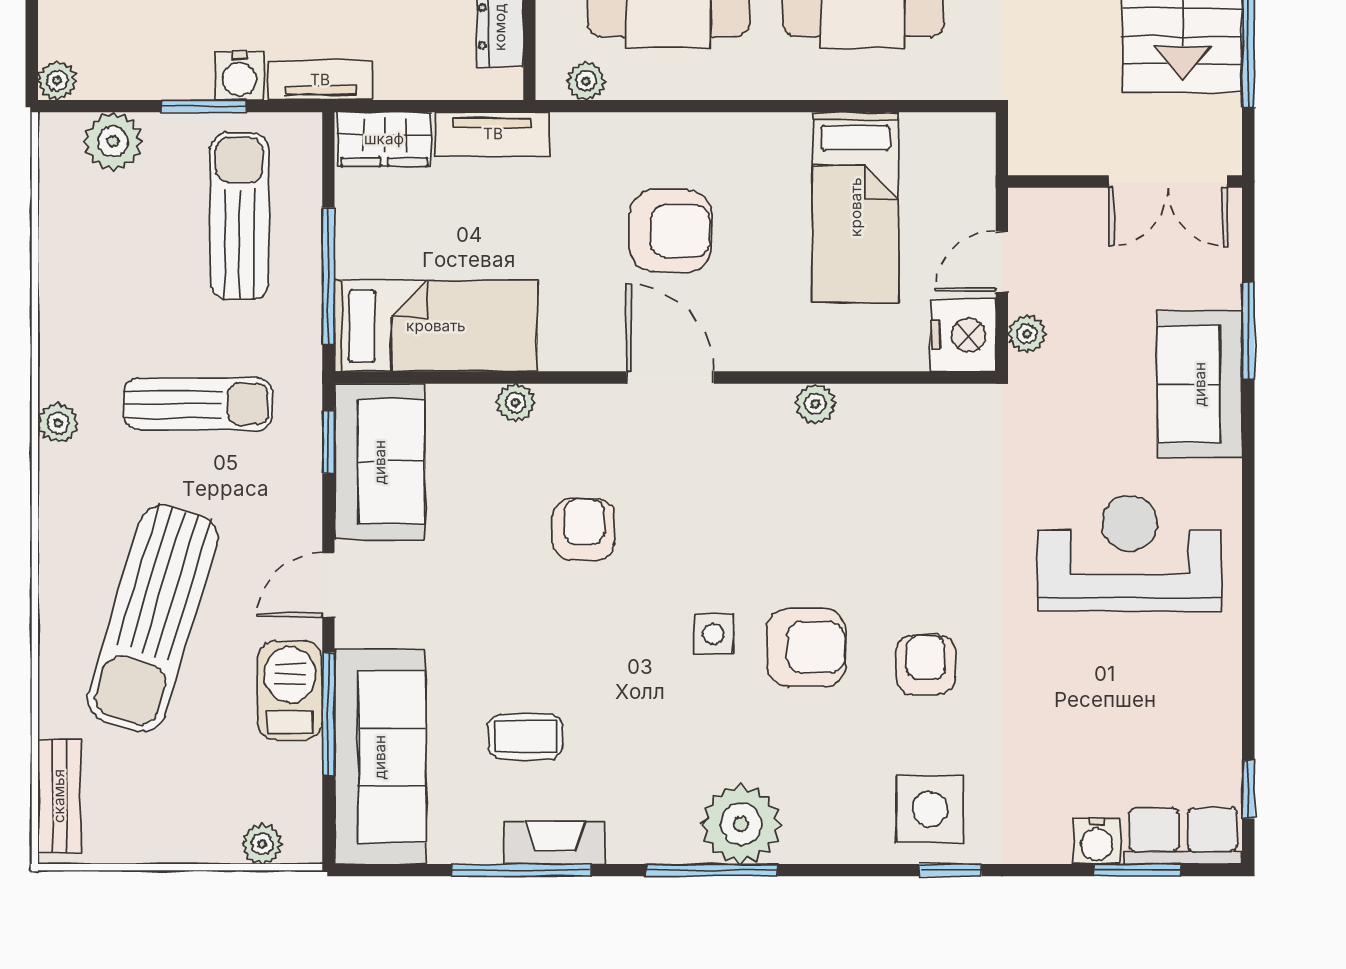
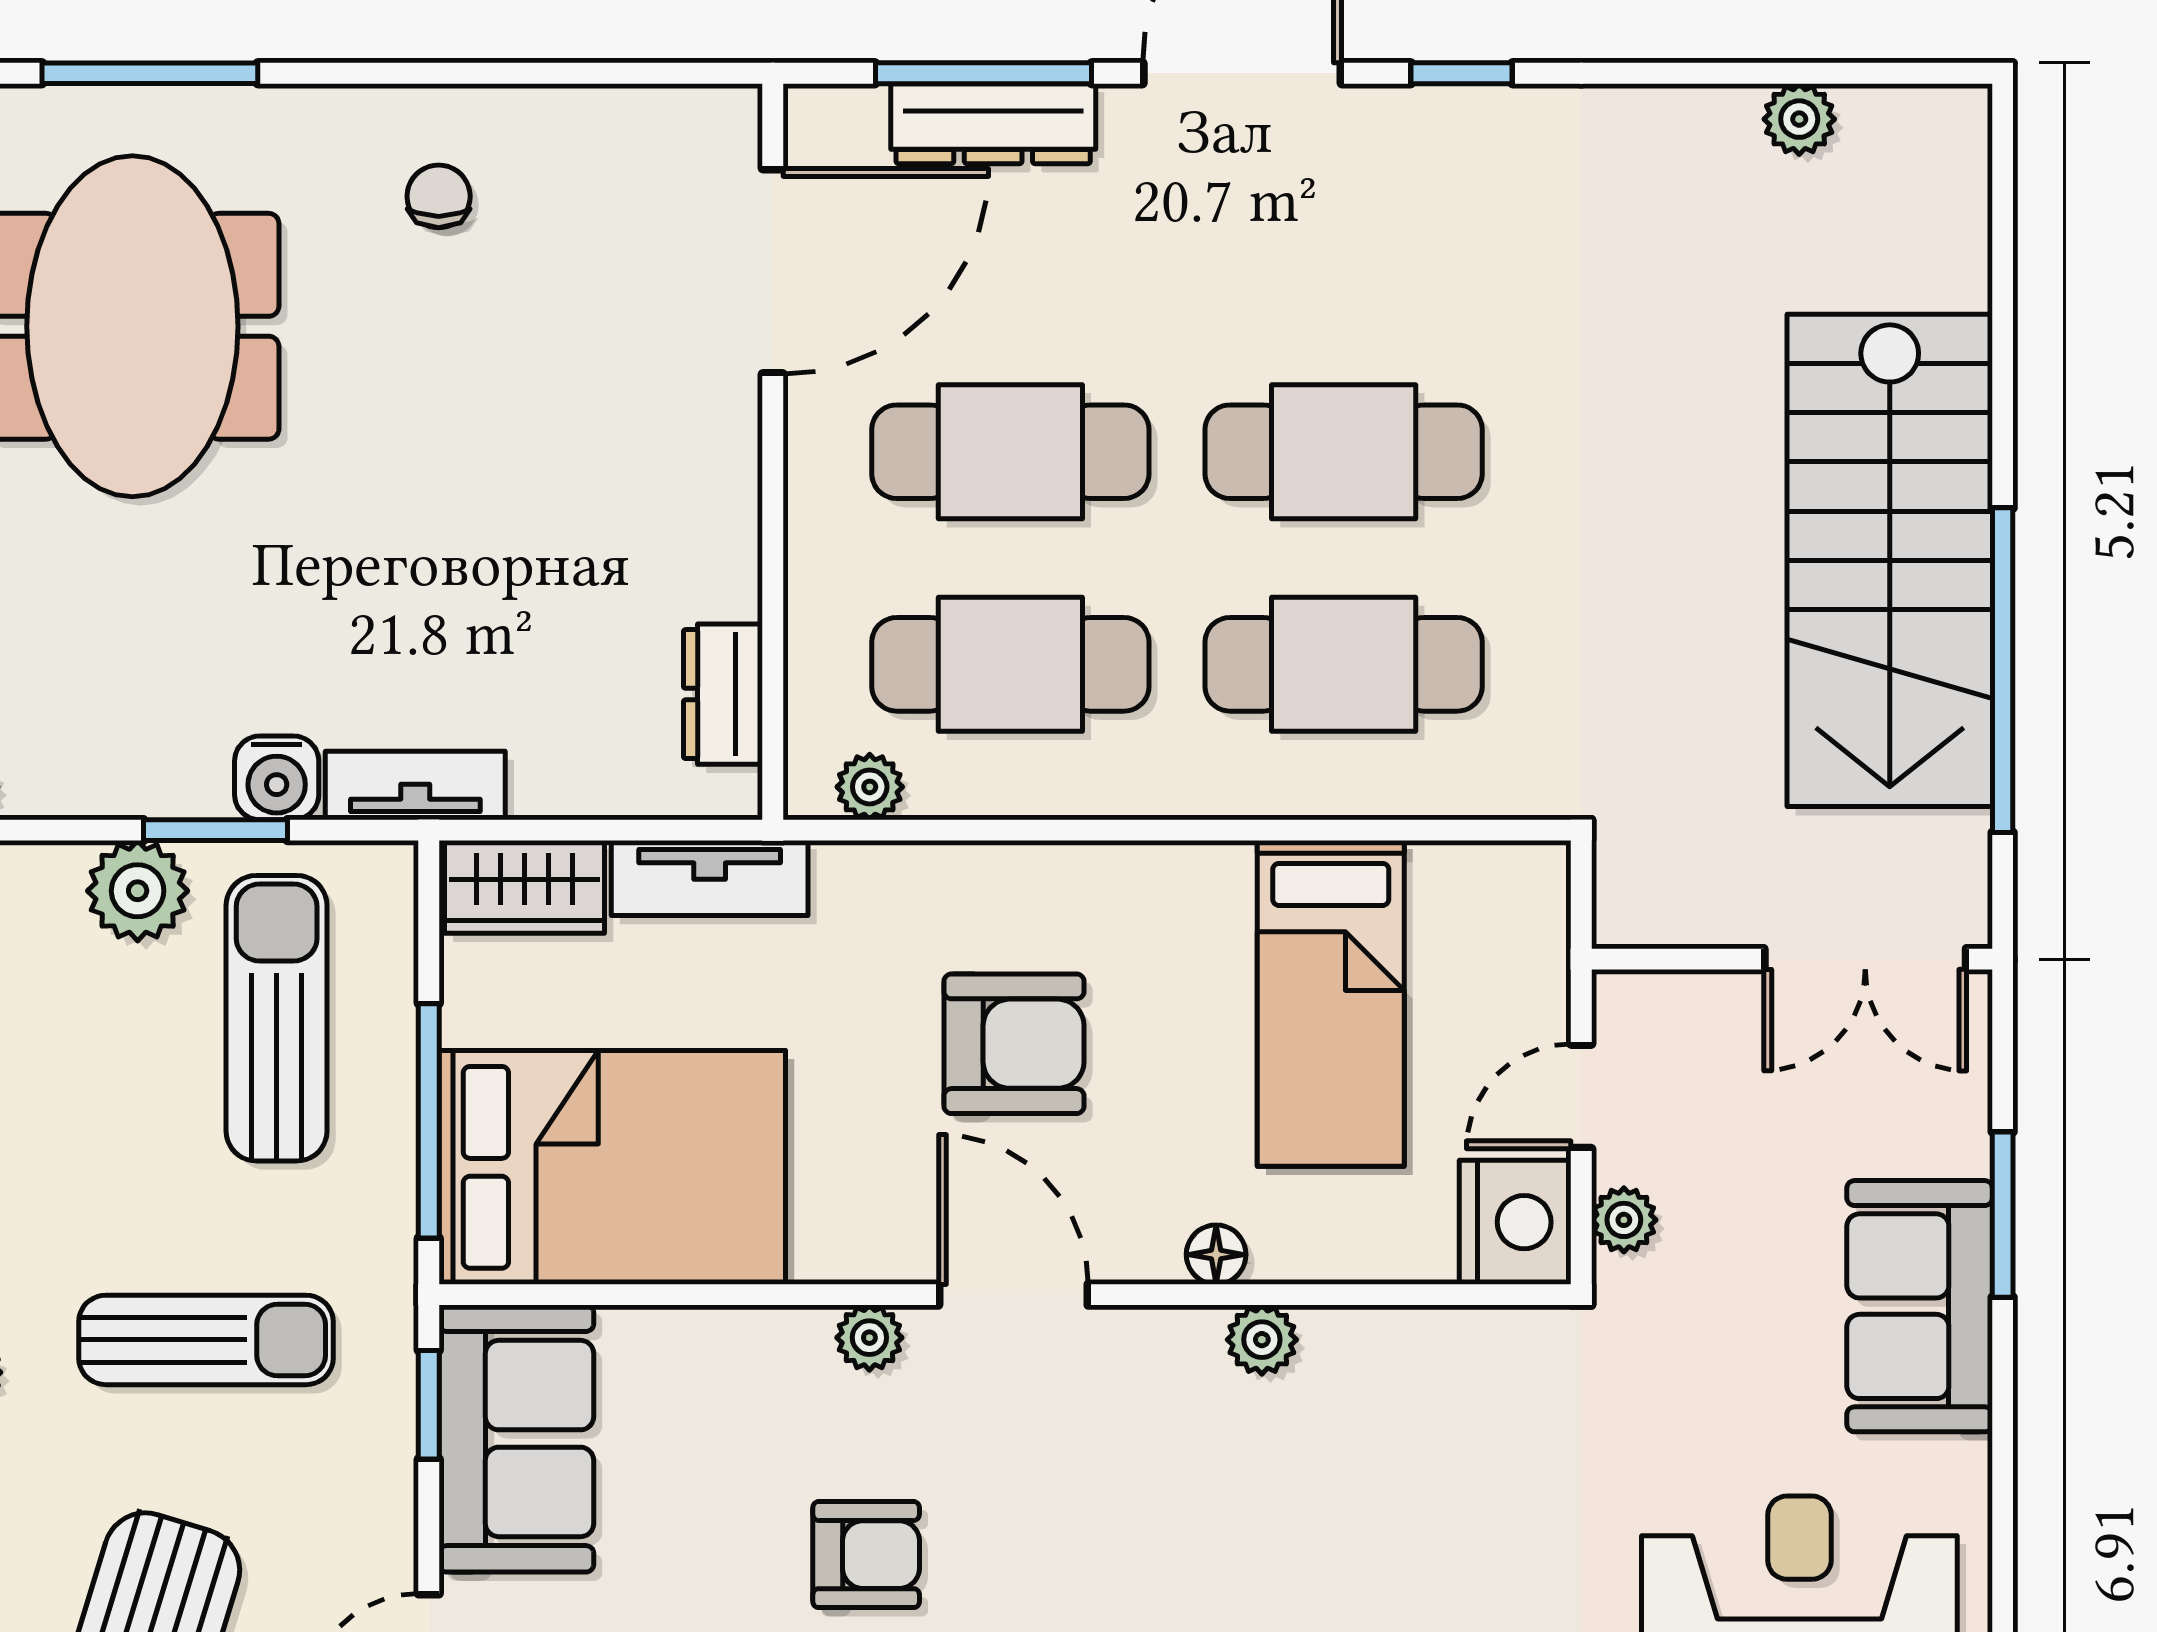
plant: (113, 142) -> (138, 891), moved
bed: (436, 326) -> (612, 1167), width x1.50
floor lamp: (789, 354) -> (1216, 1255), added
plant: (516, 403) -> (869, 1338), moved
armchair: (584, 529) -> (866, 1555), turned 90

